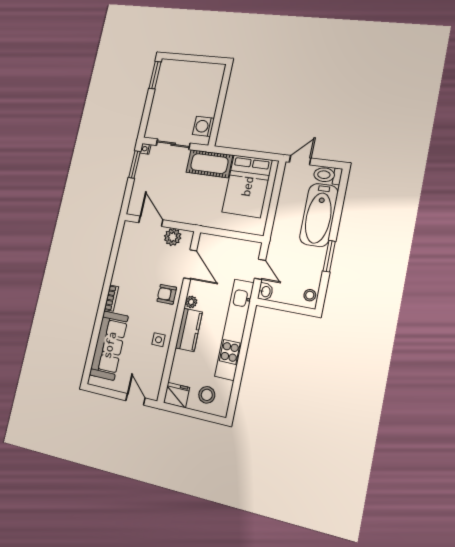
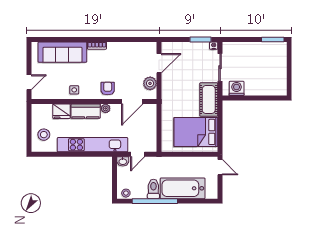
toilet: (328, 175) -> (153, 189), moved
window: (329, 256) -> (155, 201), width x2.11
fridge: (177, 395) -> (62, 111), moved, turned 90

